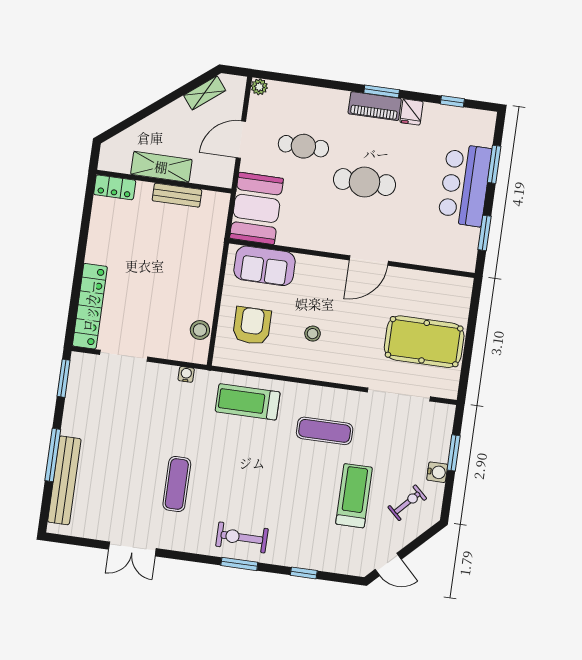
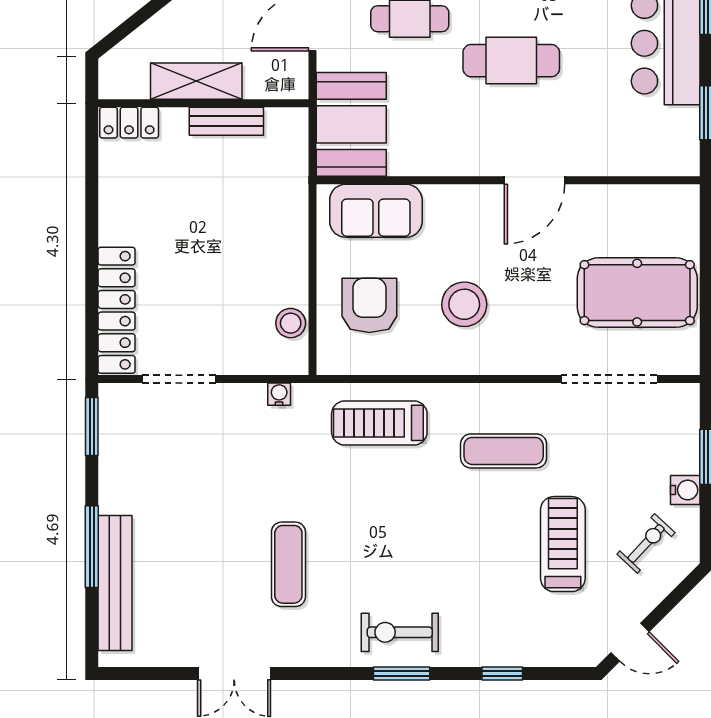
stool: (313, 334) -> (464, 304), width x1.89, depth x1.89

